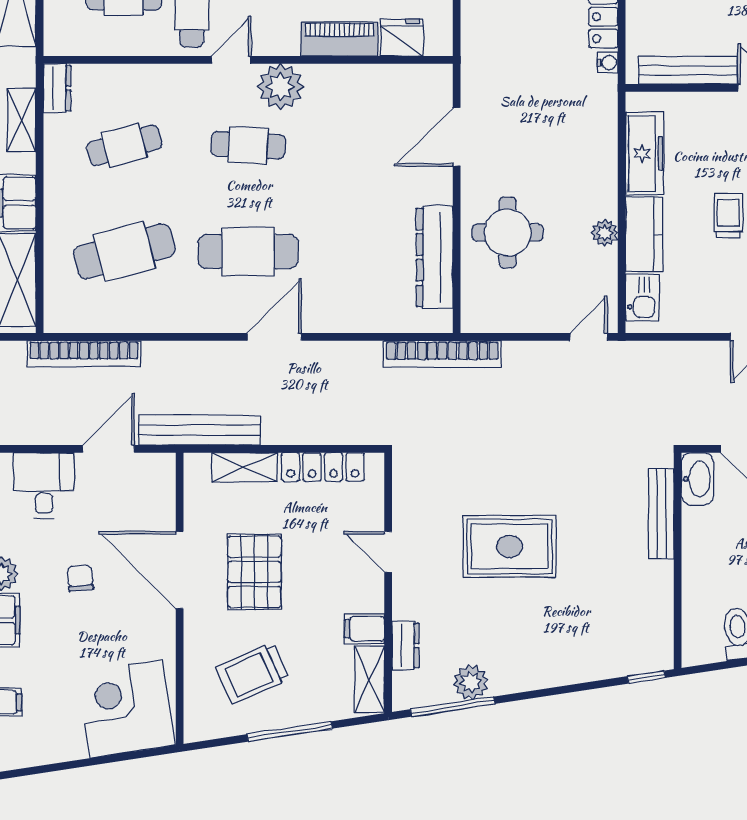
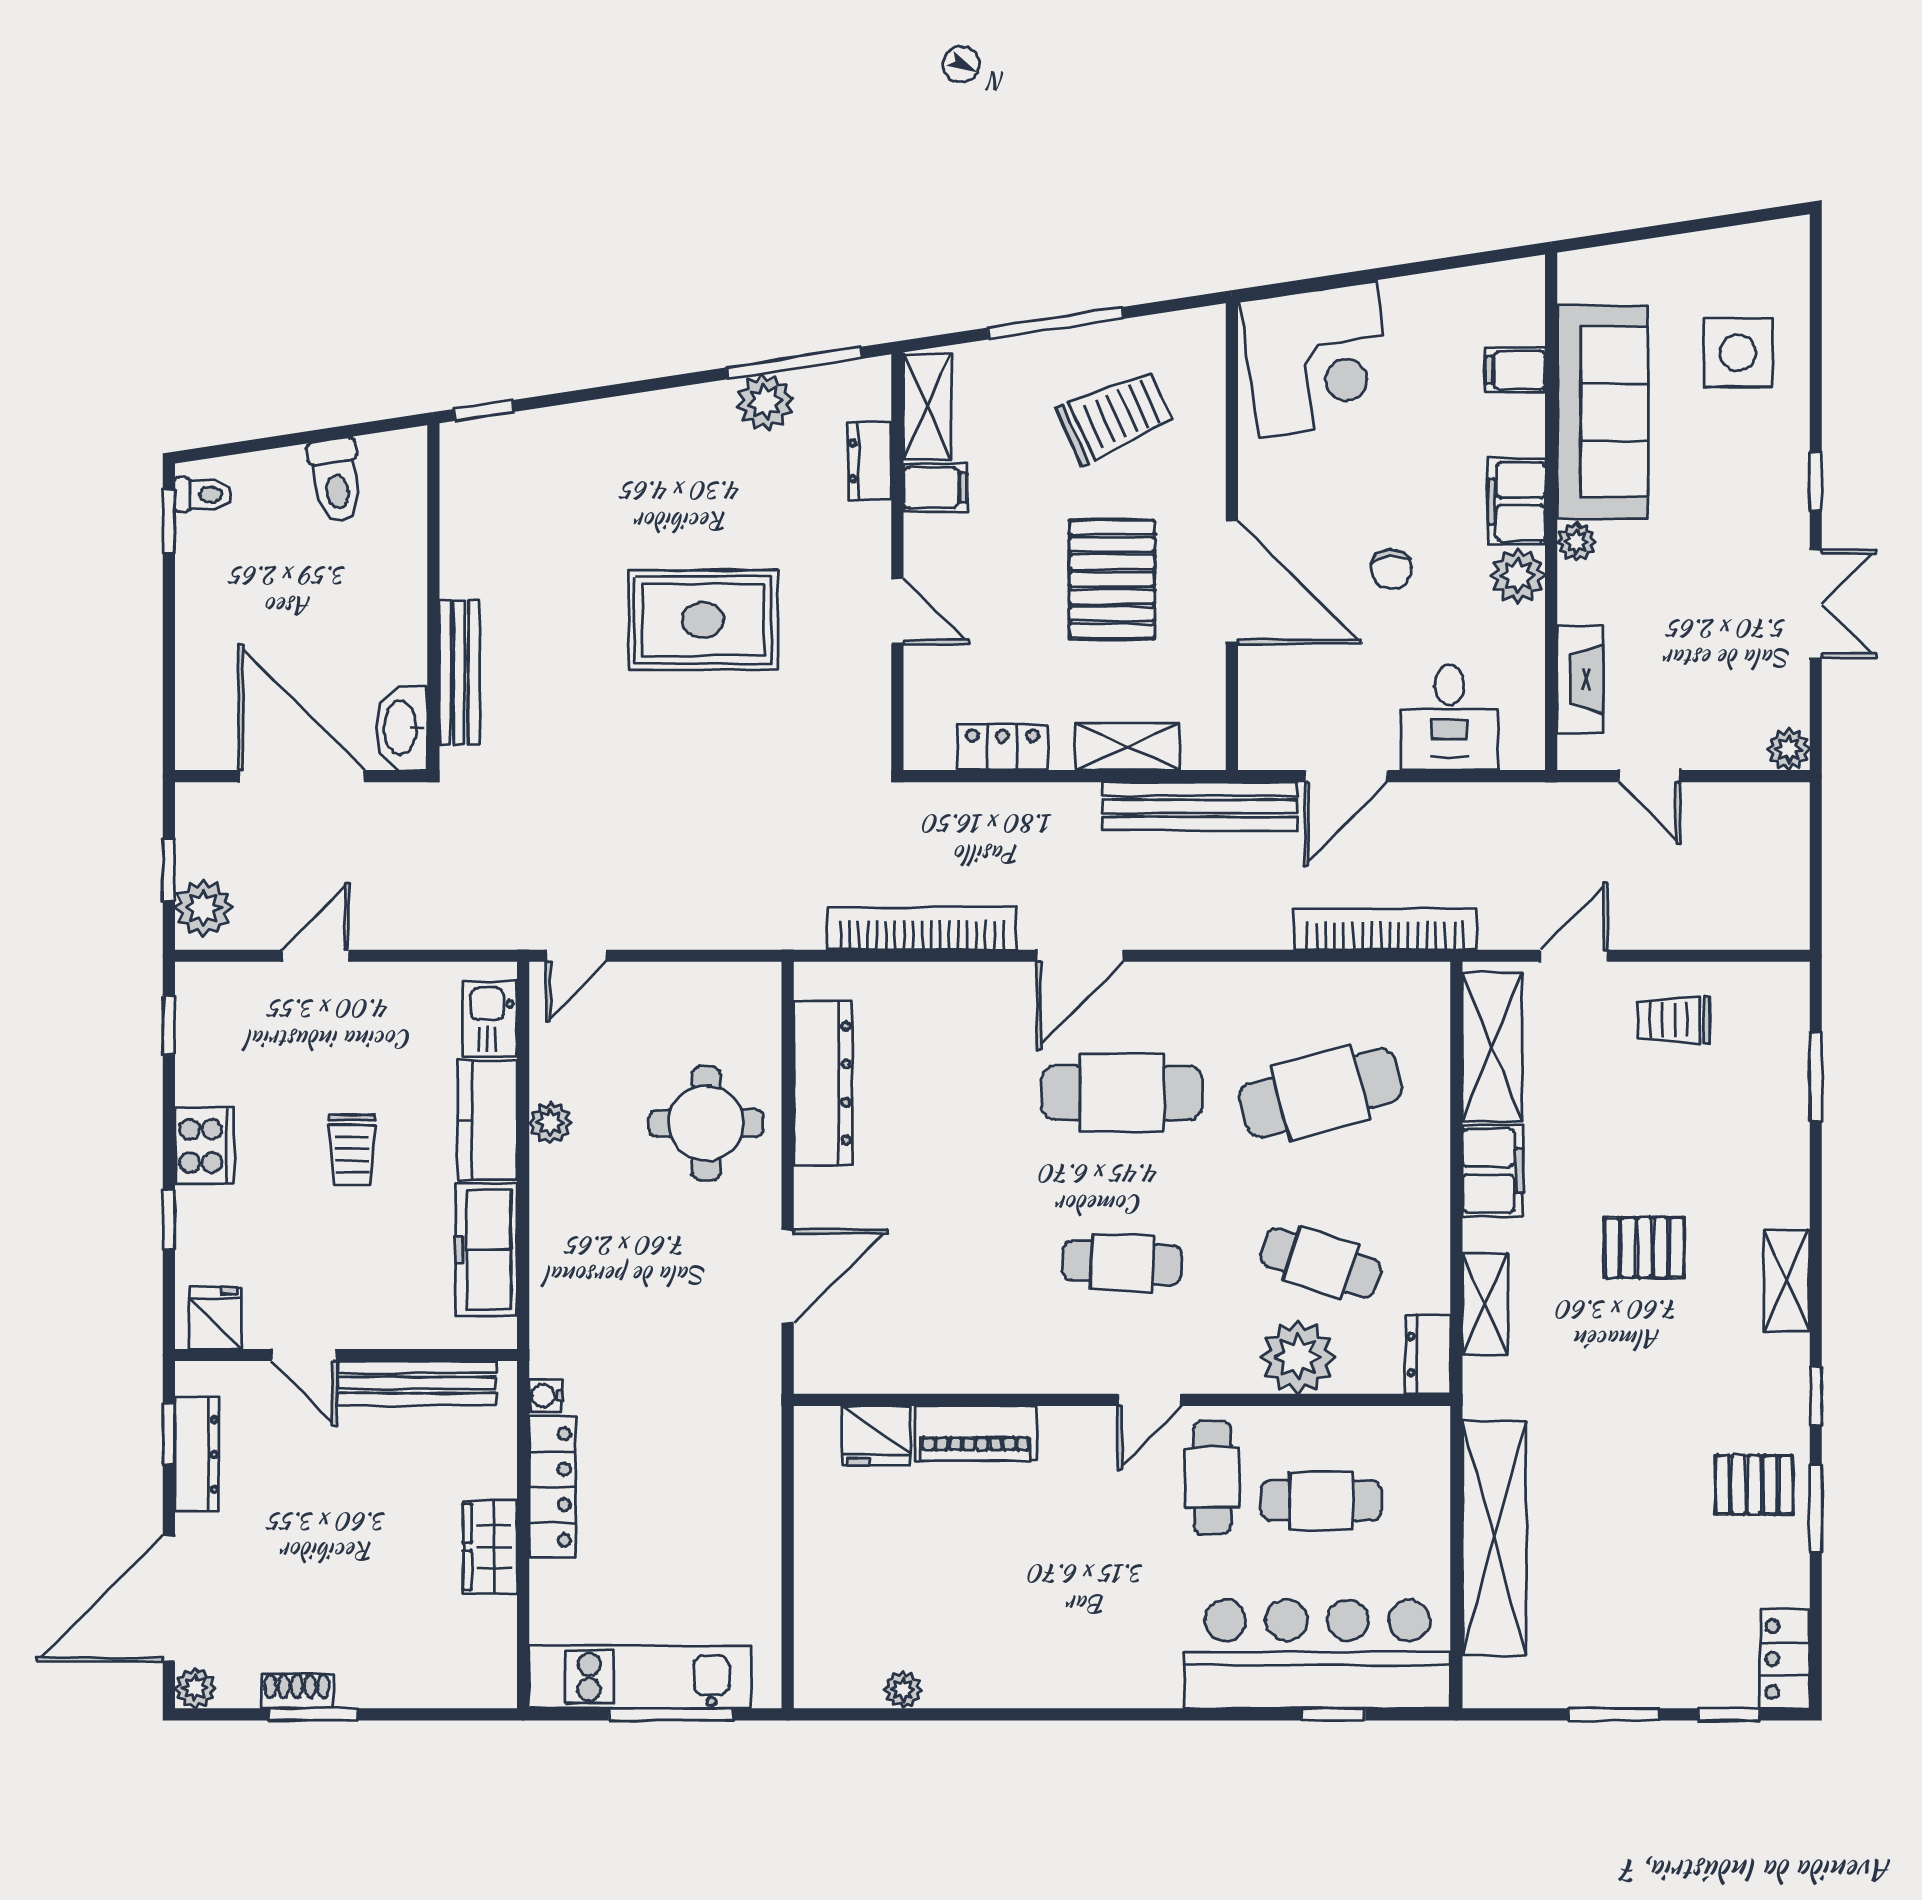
plant: (281, 87) -> (1298, 1357), moved
cafe table: (124, 145) -> (1321, 1263), turned 33
bookcase: (442, 354) -> (922, 928), moved
locker: (323, 467) -> (1002, 747), width x0.66

